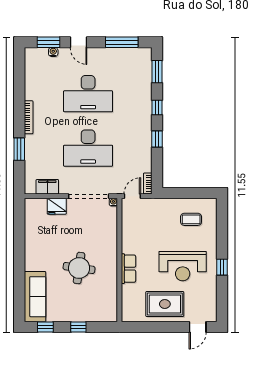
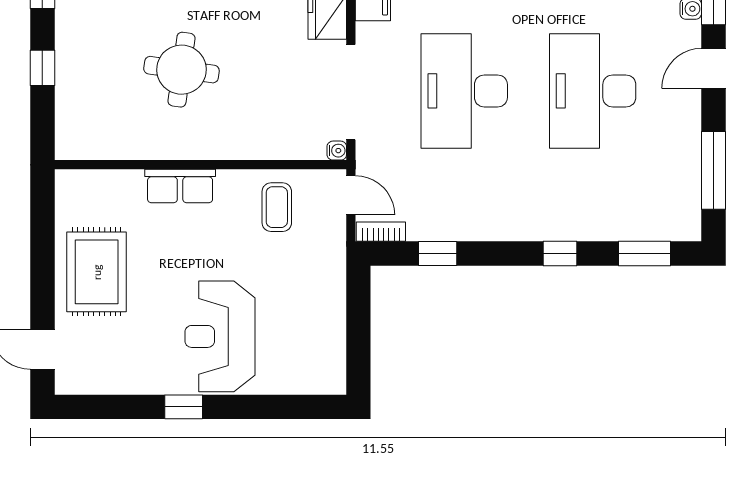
window: (157, 139) -> (438, 253), moved
coffee table: (191, 219) -> (277, 207), moved
reception desk: (183, 266) -> (220, 336), moved

